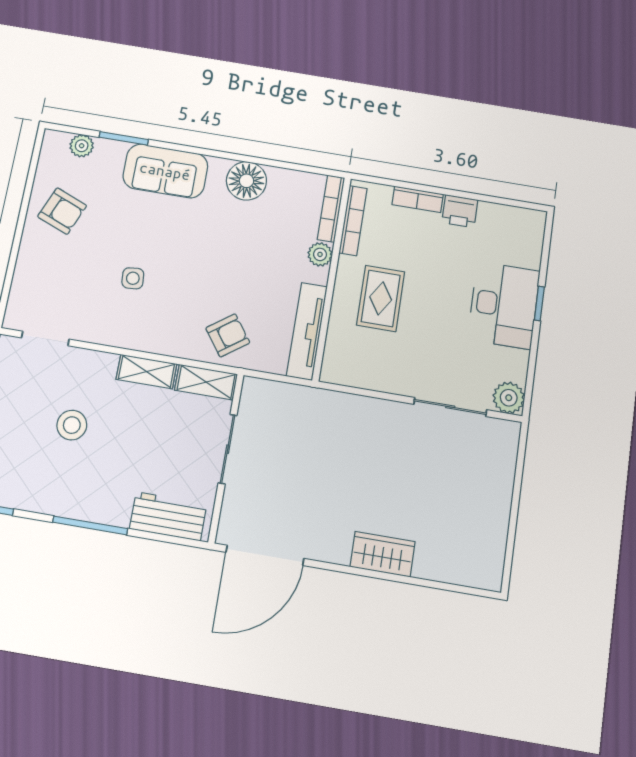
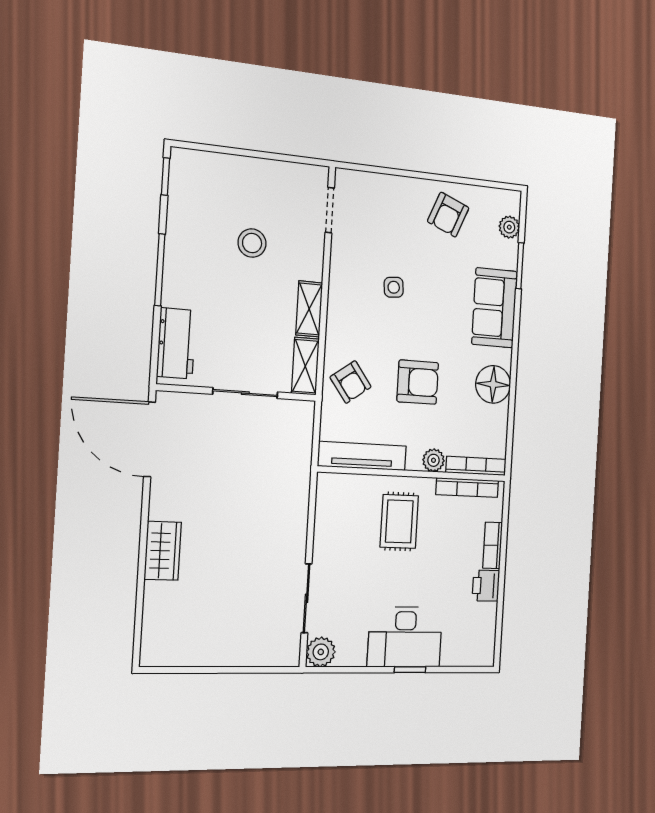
armchair: (235, 263) -> (418, 382), added
rug: (381, 298) -> (399, 521), turned 90

